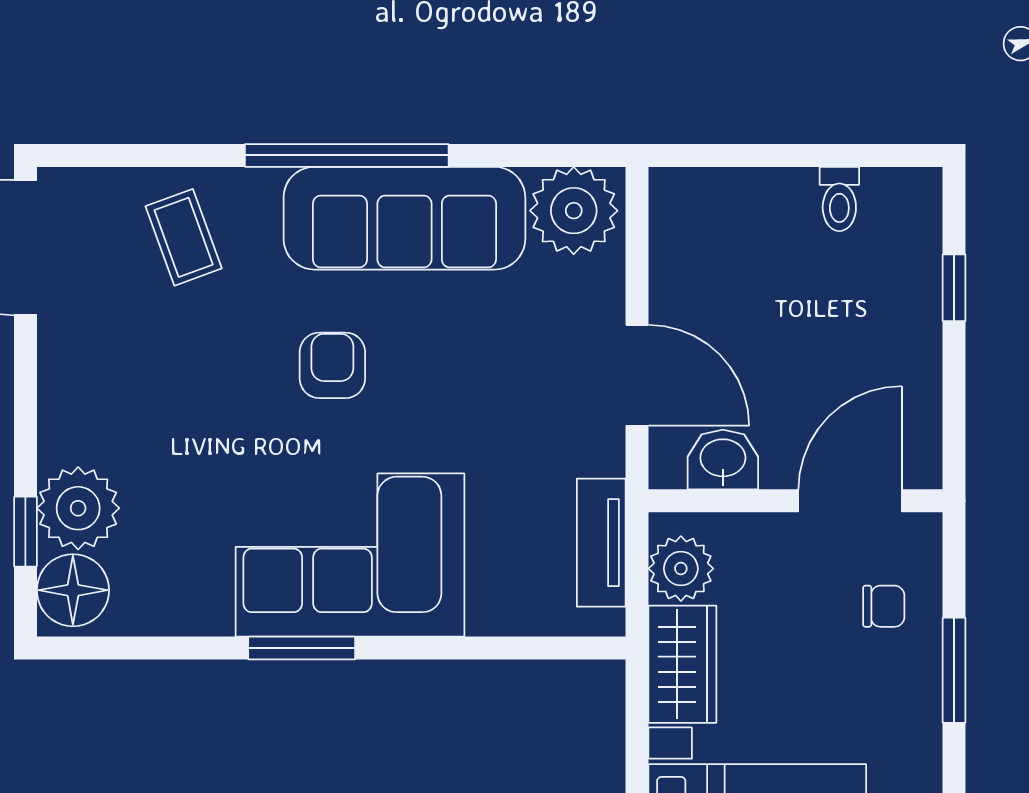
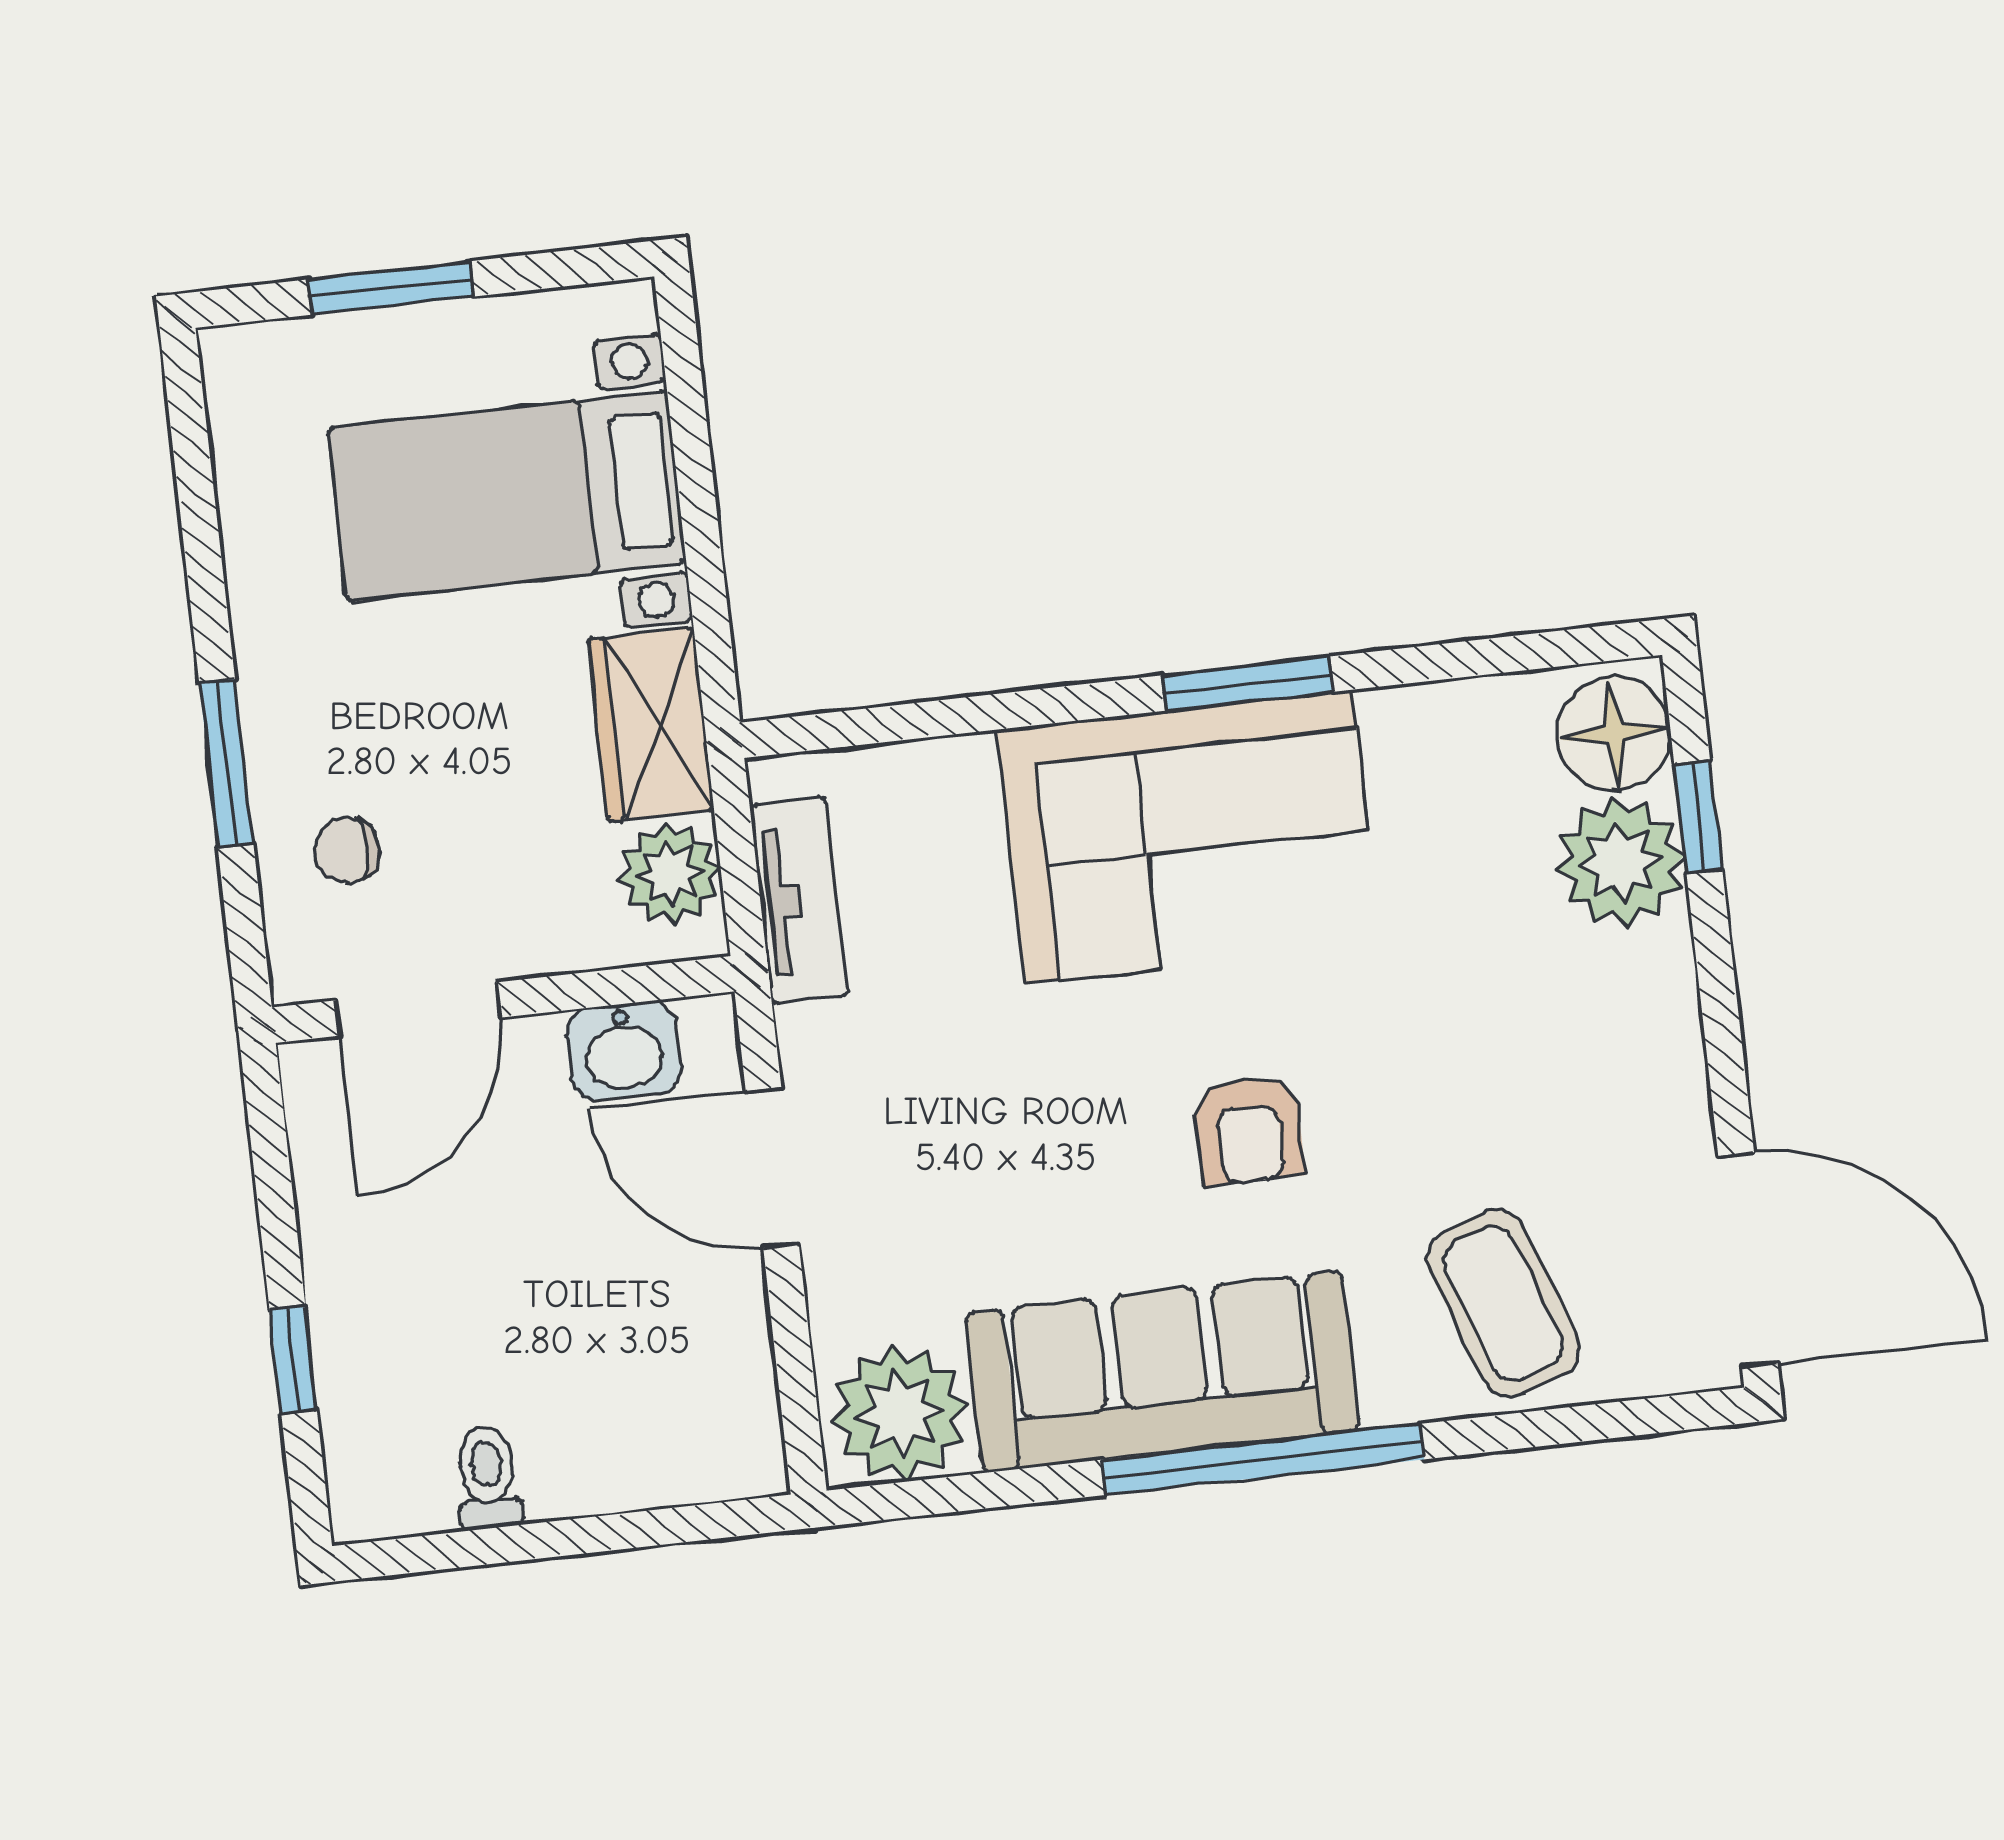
coffee table: (184, 237) -> (1503, 1303), width x1.36, depth x1.30

